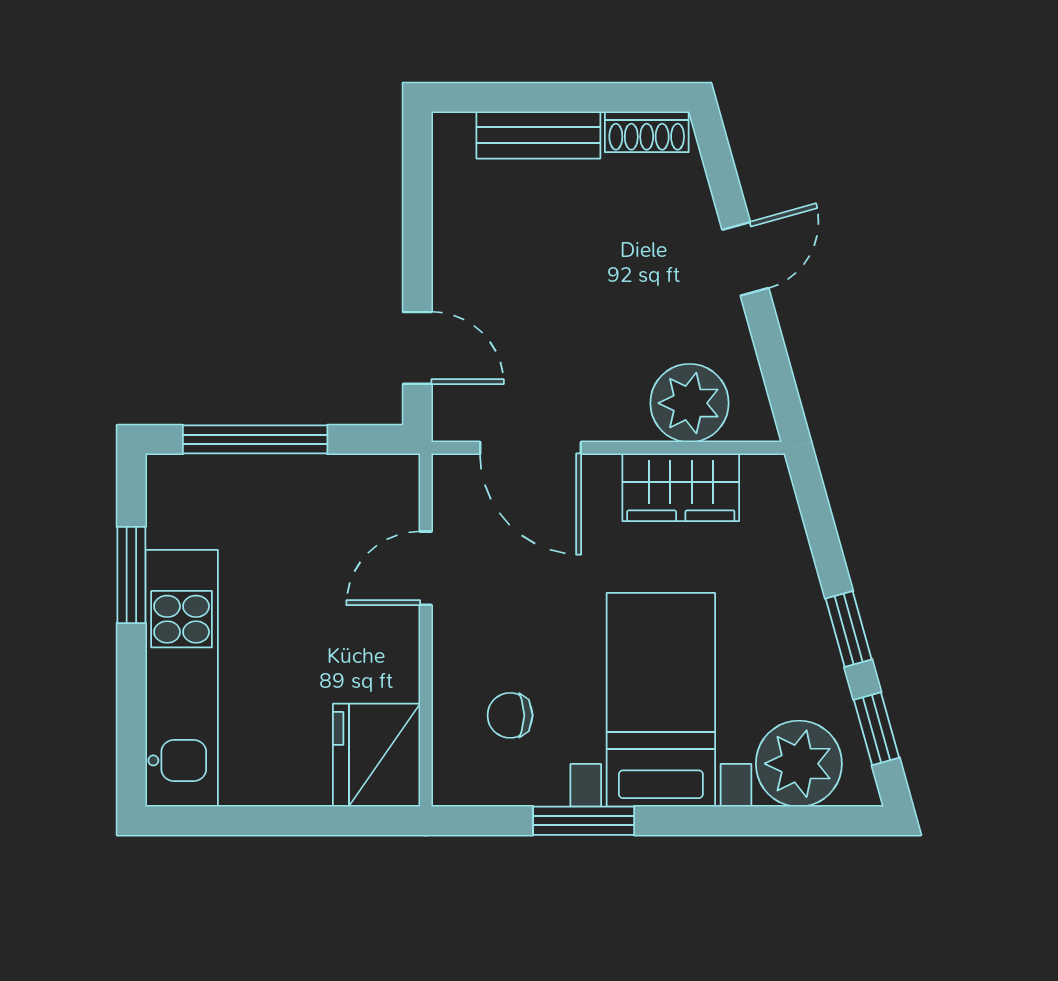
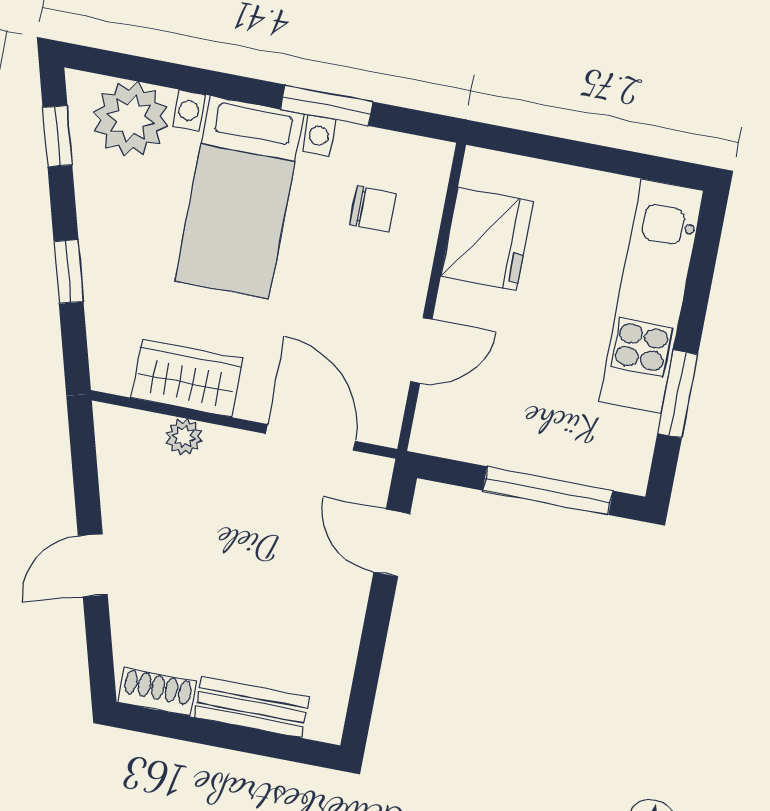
plant: (690, 403) -> (184, 437), width x0.53, depth x0.53
window: (849, 629) -> (69, 271), moved
fridge: (377, 755) -> (487, 239), moved

